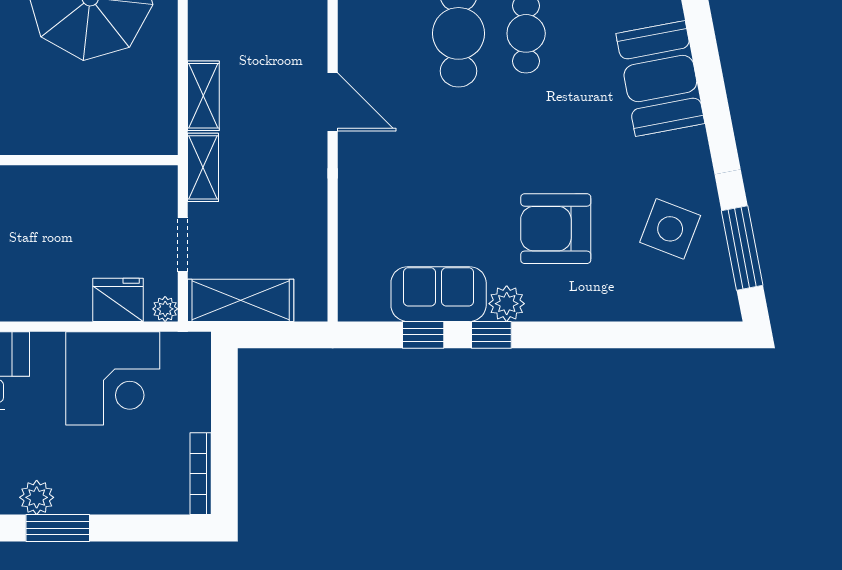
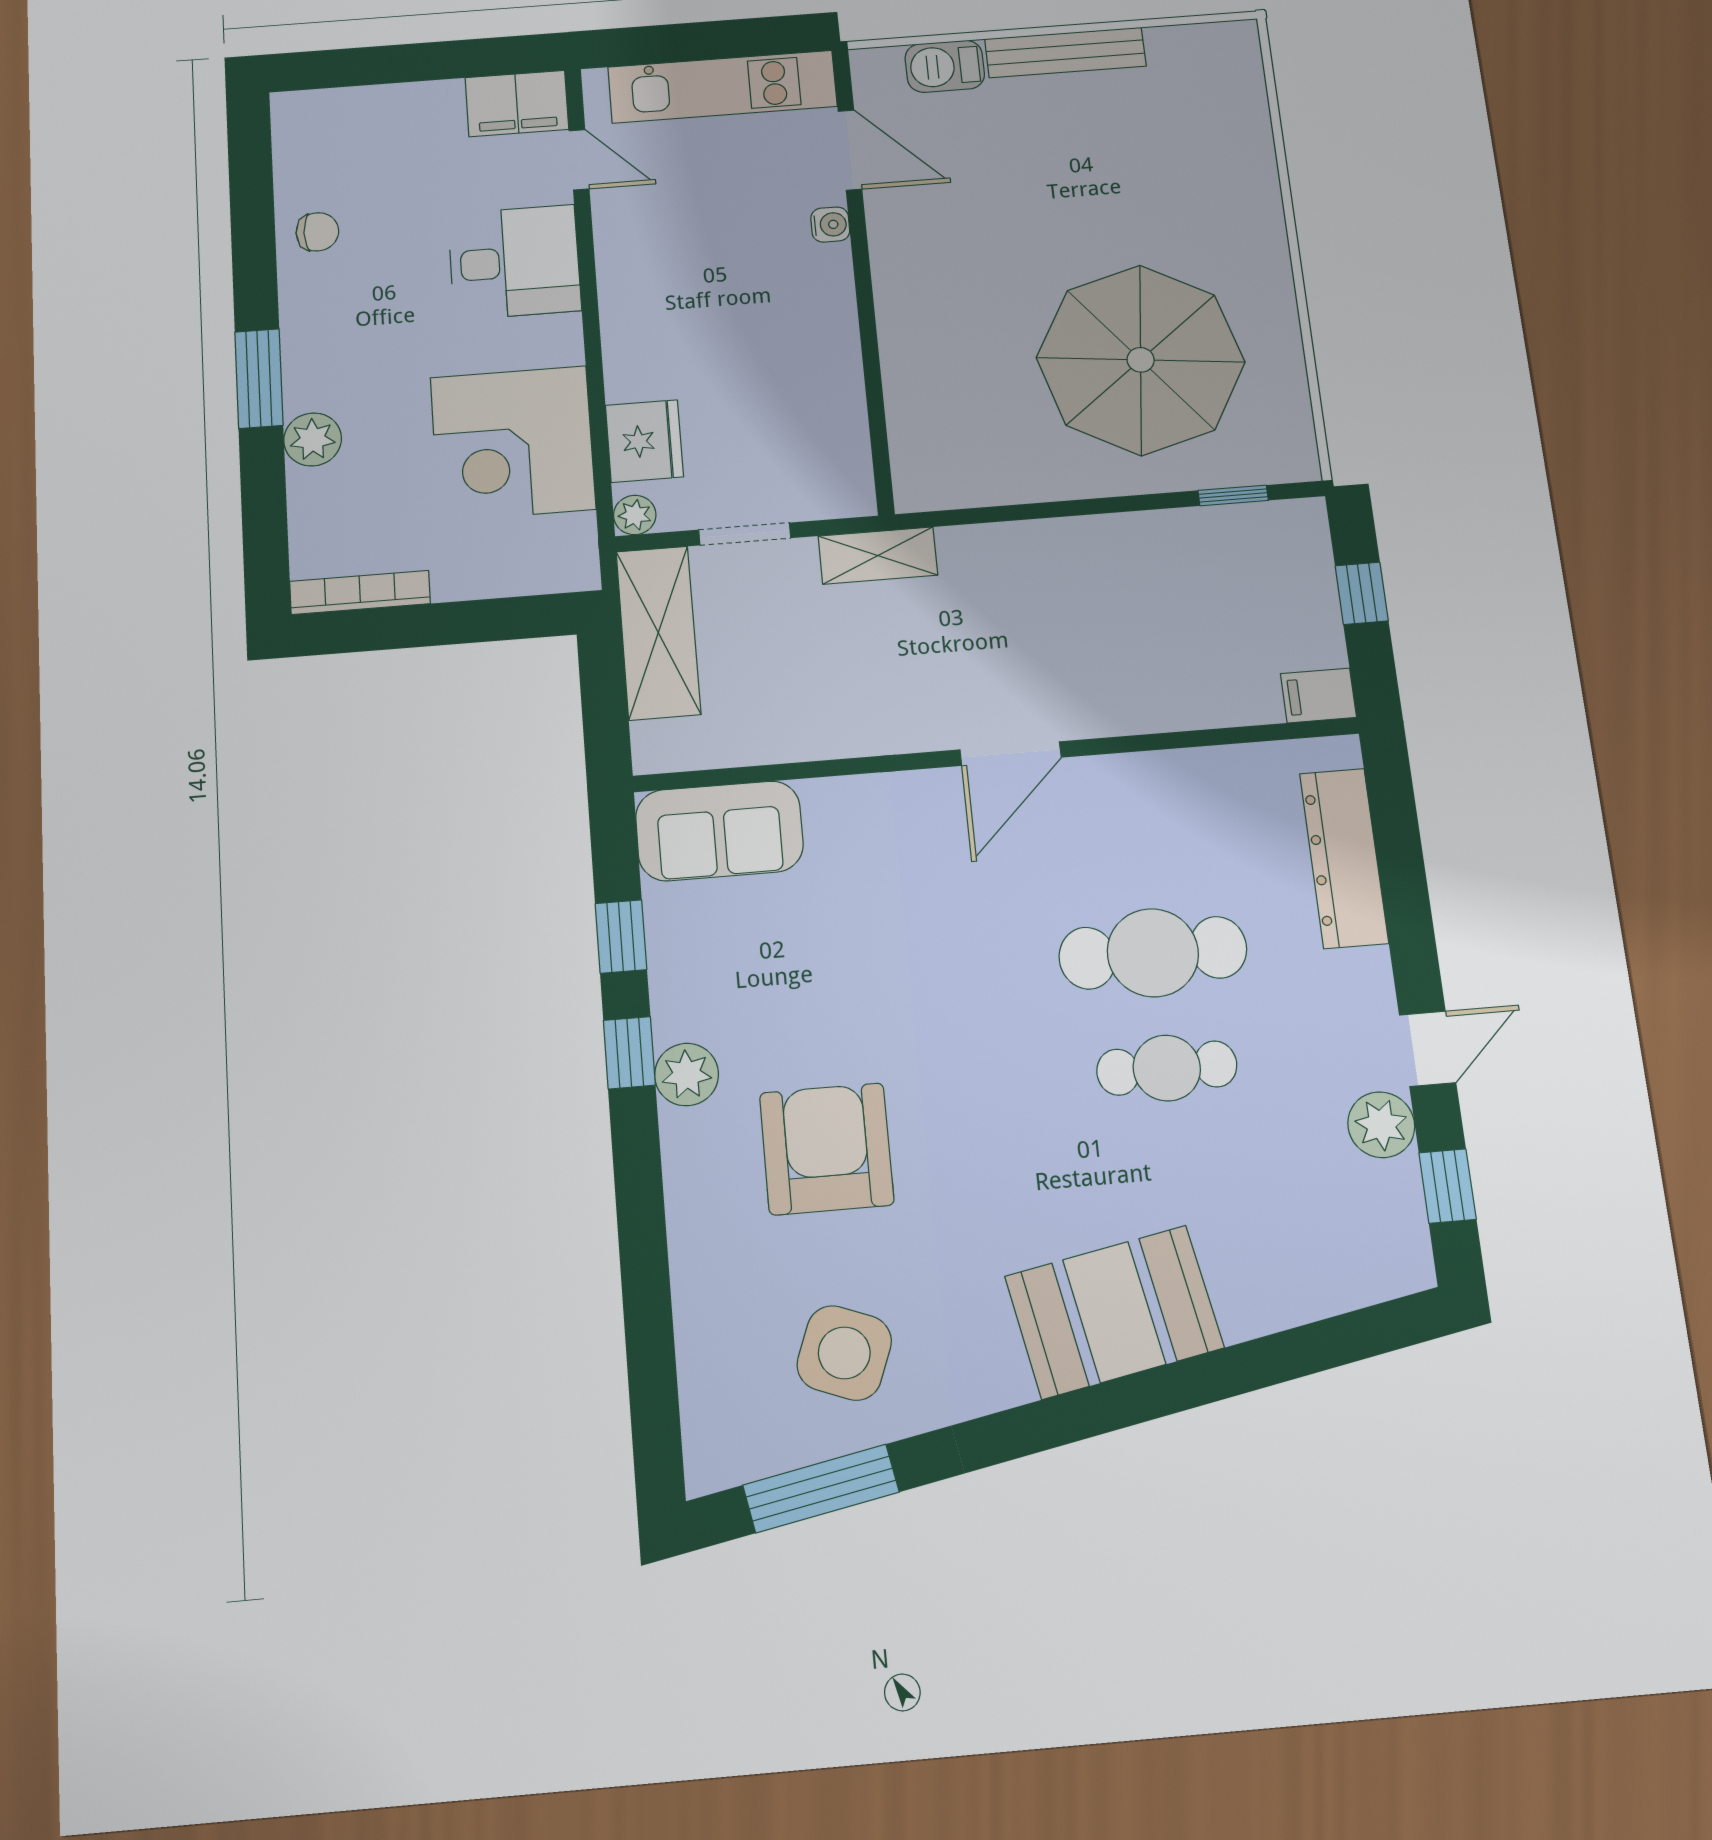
shelving: (203, 96) -> (998, 546), removed
sofa: (439, 294) -> (719, 831), moved, turned 90
plant: (37, 497) -> (313, 439), moved

